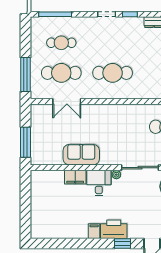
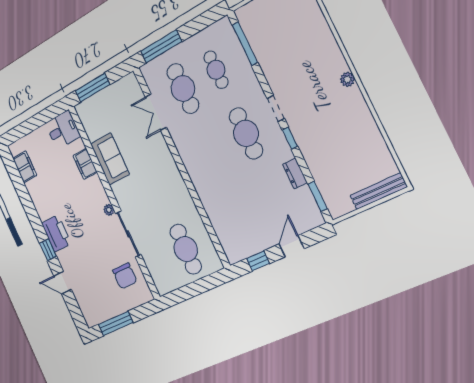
cafe table: (113, 73) -> (246, 133), moved
desk: (99, 183) -> (63, 130), moved
filing cabinet: (94, 231) -> (25, 167), moved, width x2.00

